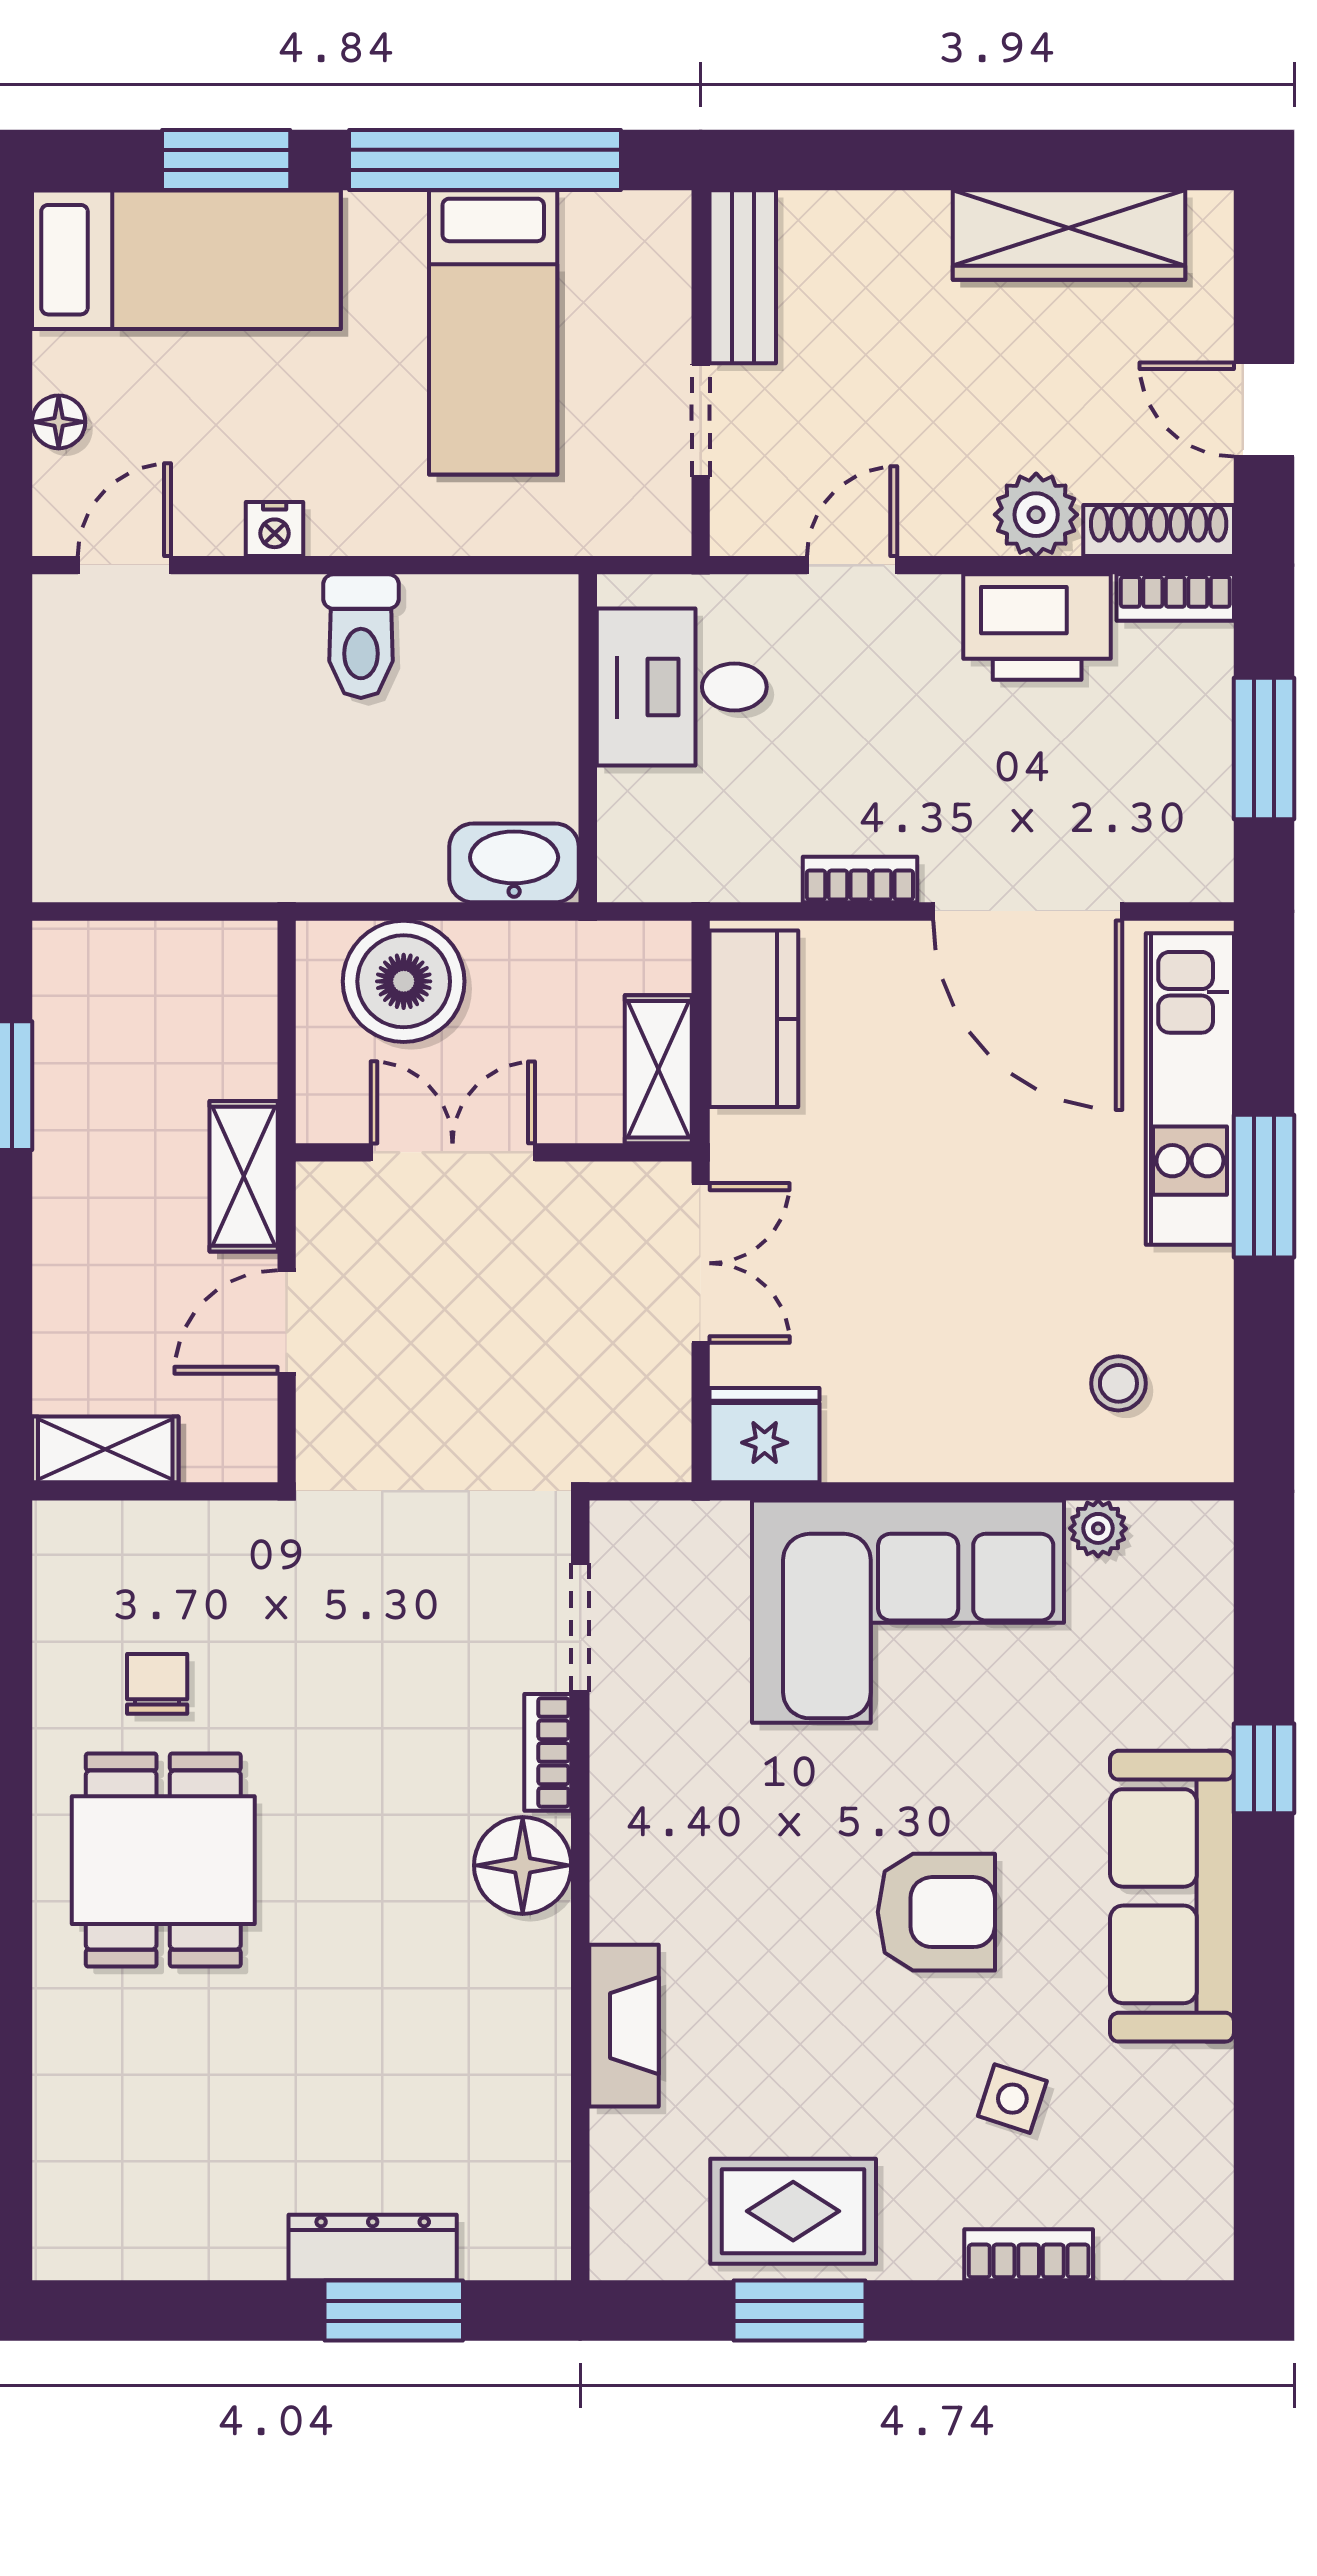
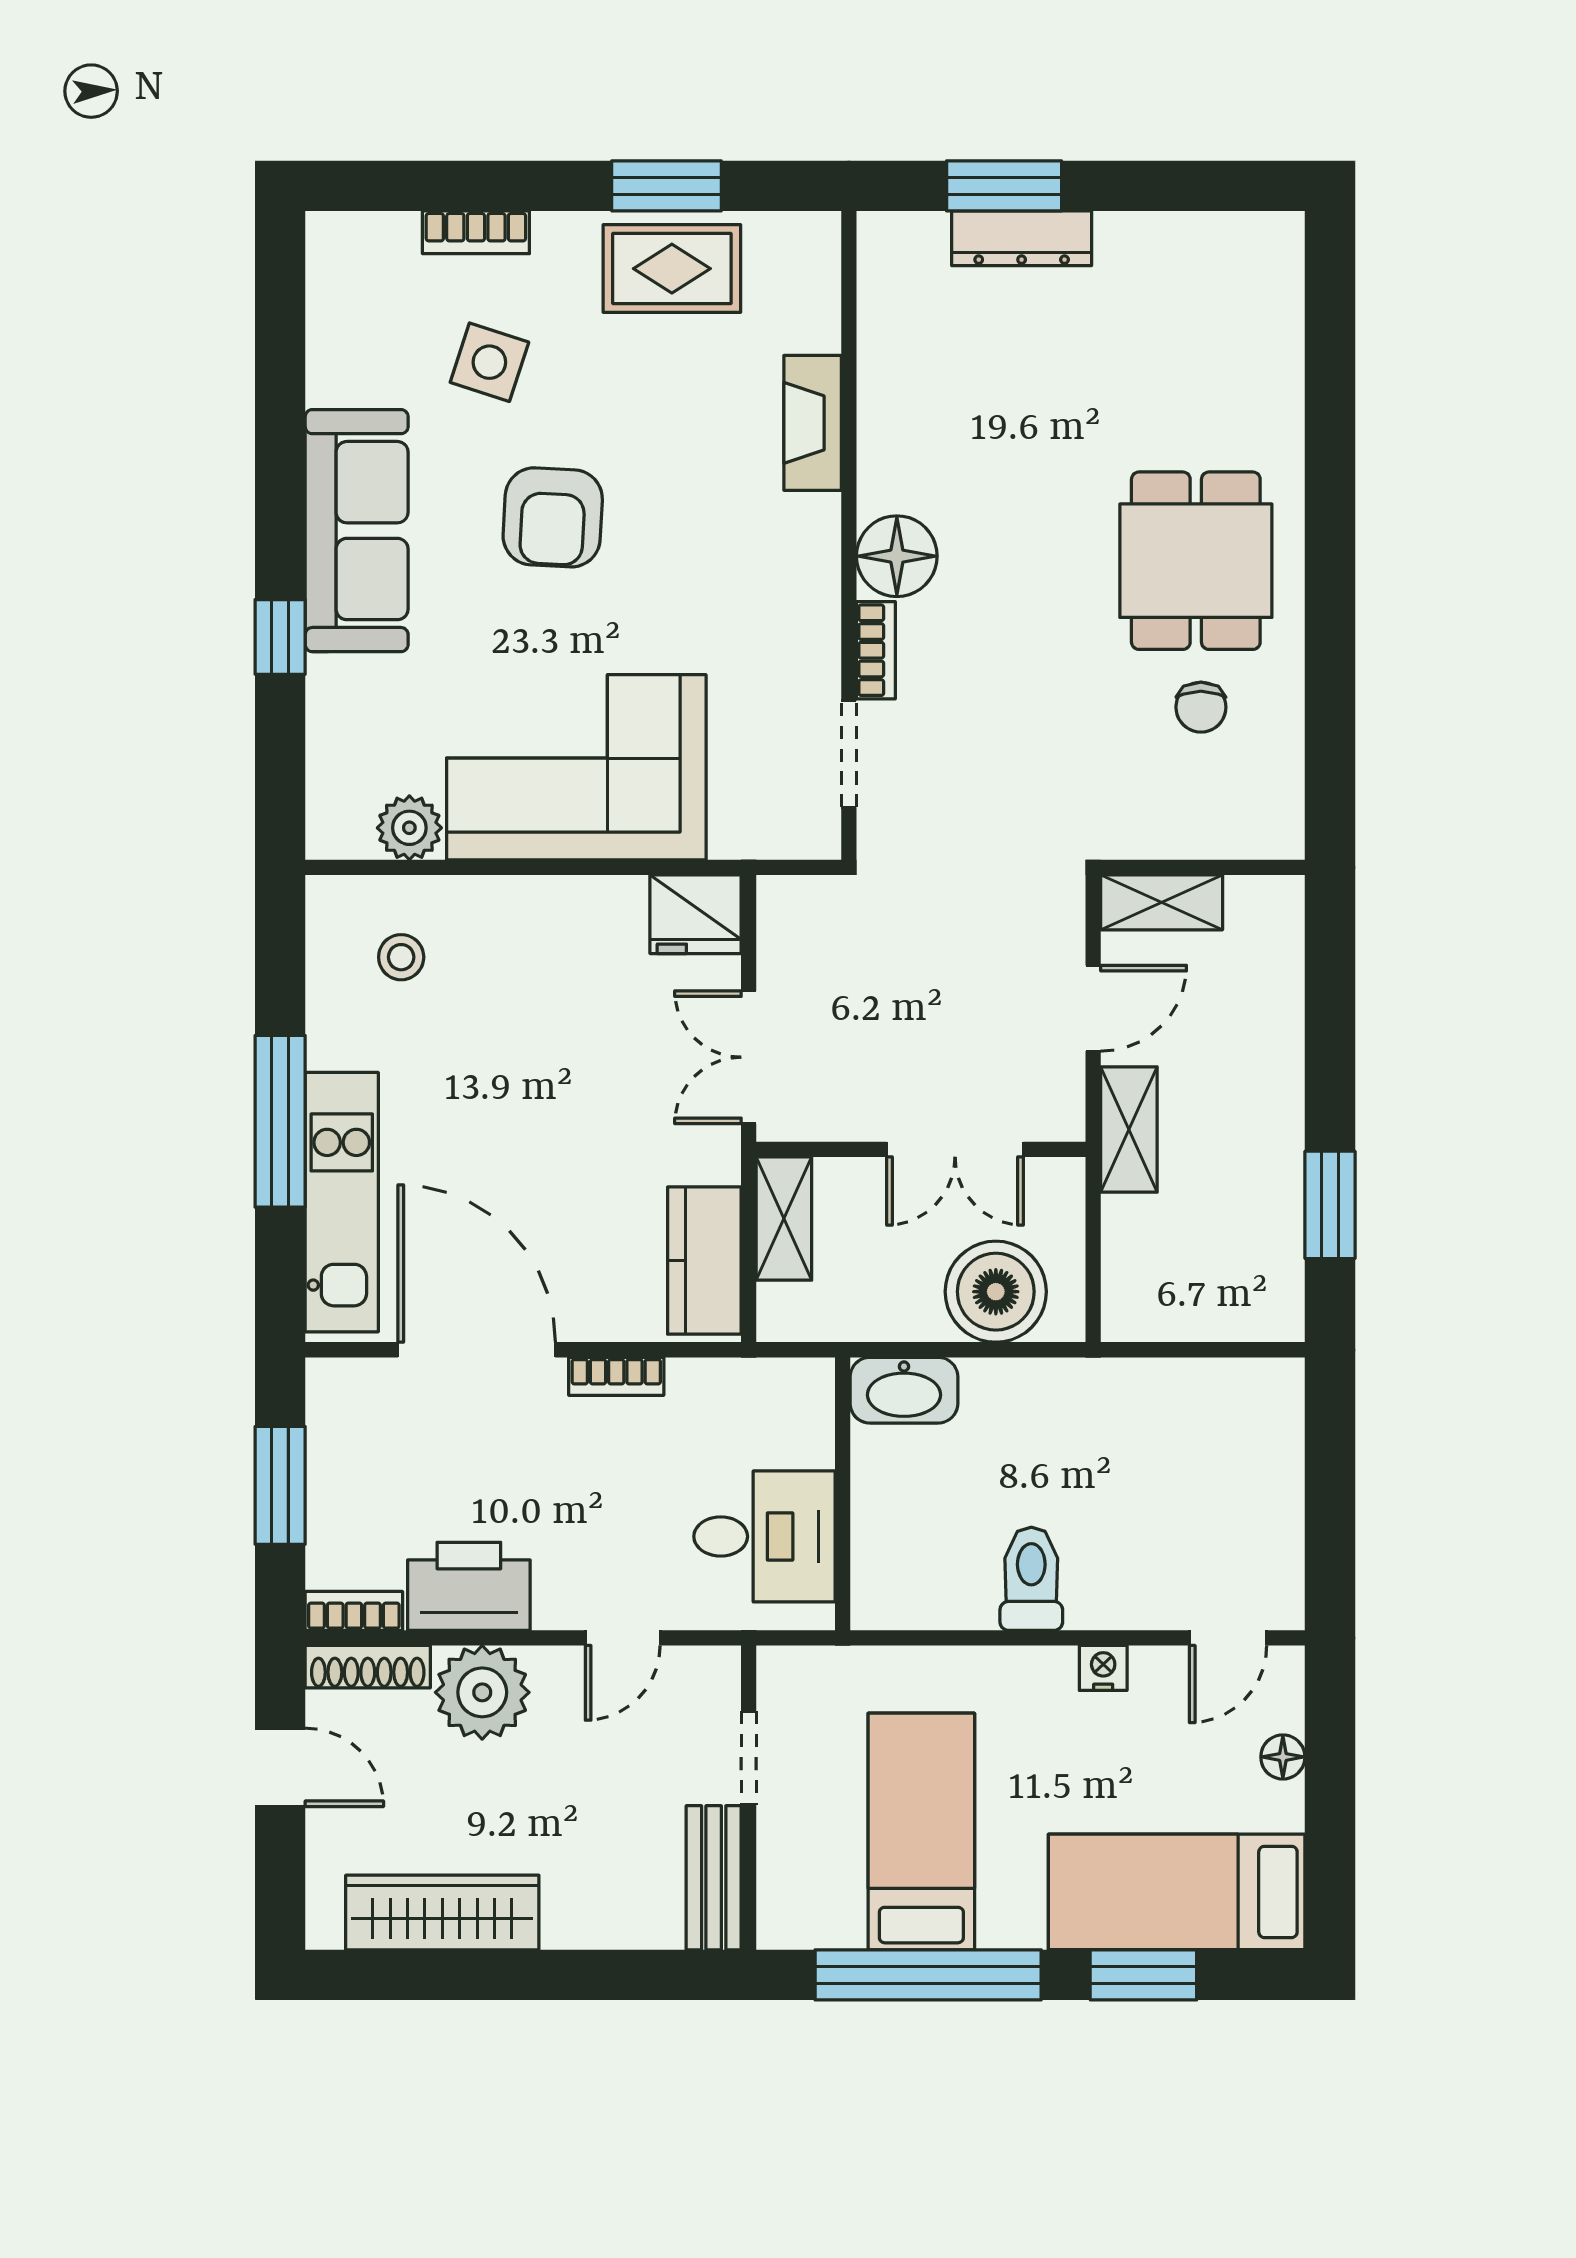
plant: (1036, 515) -> (482, 1692), width x1.36, depth x1.36
window: (1264, 1186) -> (280, 1121), width x1.44
shelving: (105, 1449) -> (1162, 902), moved
plant: (1098, 1528) -> (409, 828), width x1.38, depth x1.38
armchair: (936, 1912) -> (553, 517), turned -87
side table: (1012, 2099) -> (489, 362), width x1.37, depth x1.37

